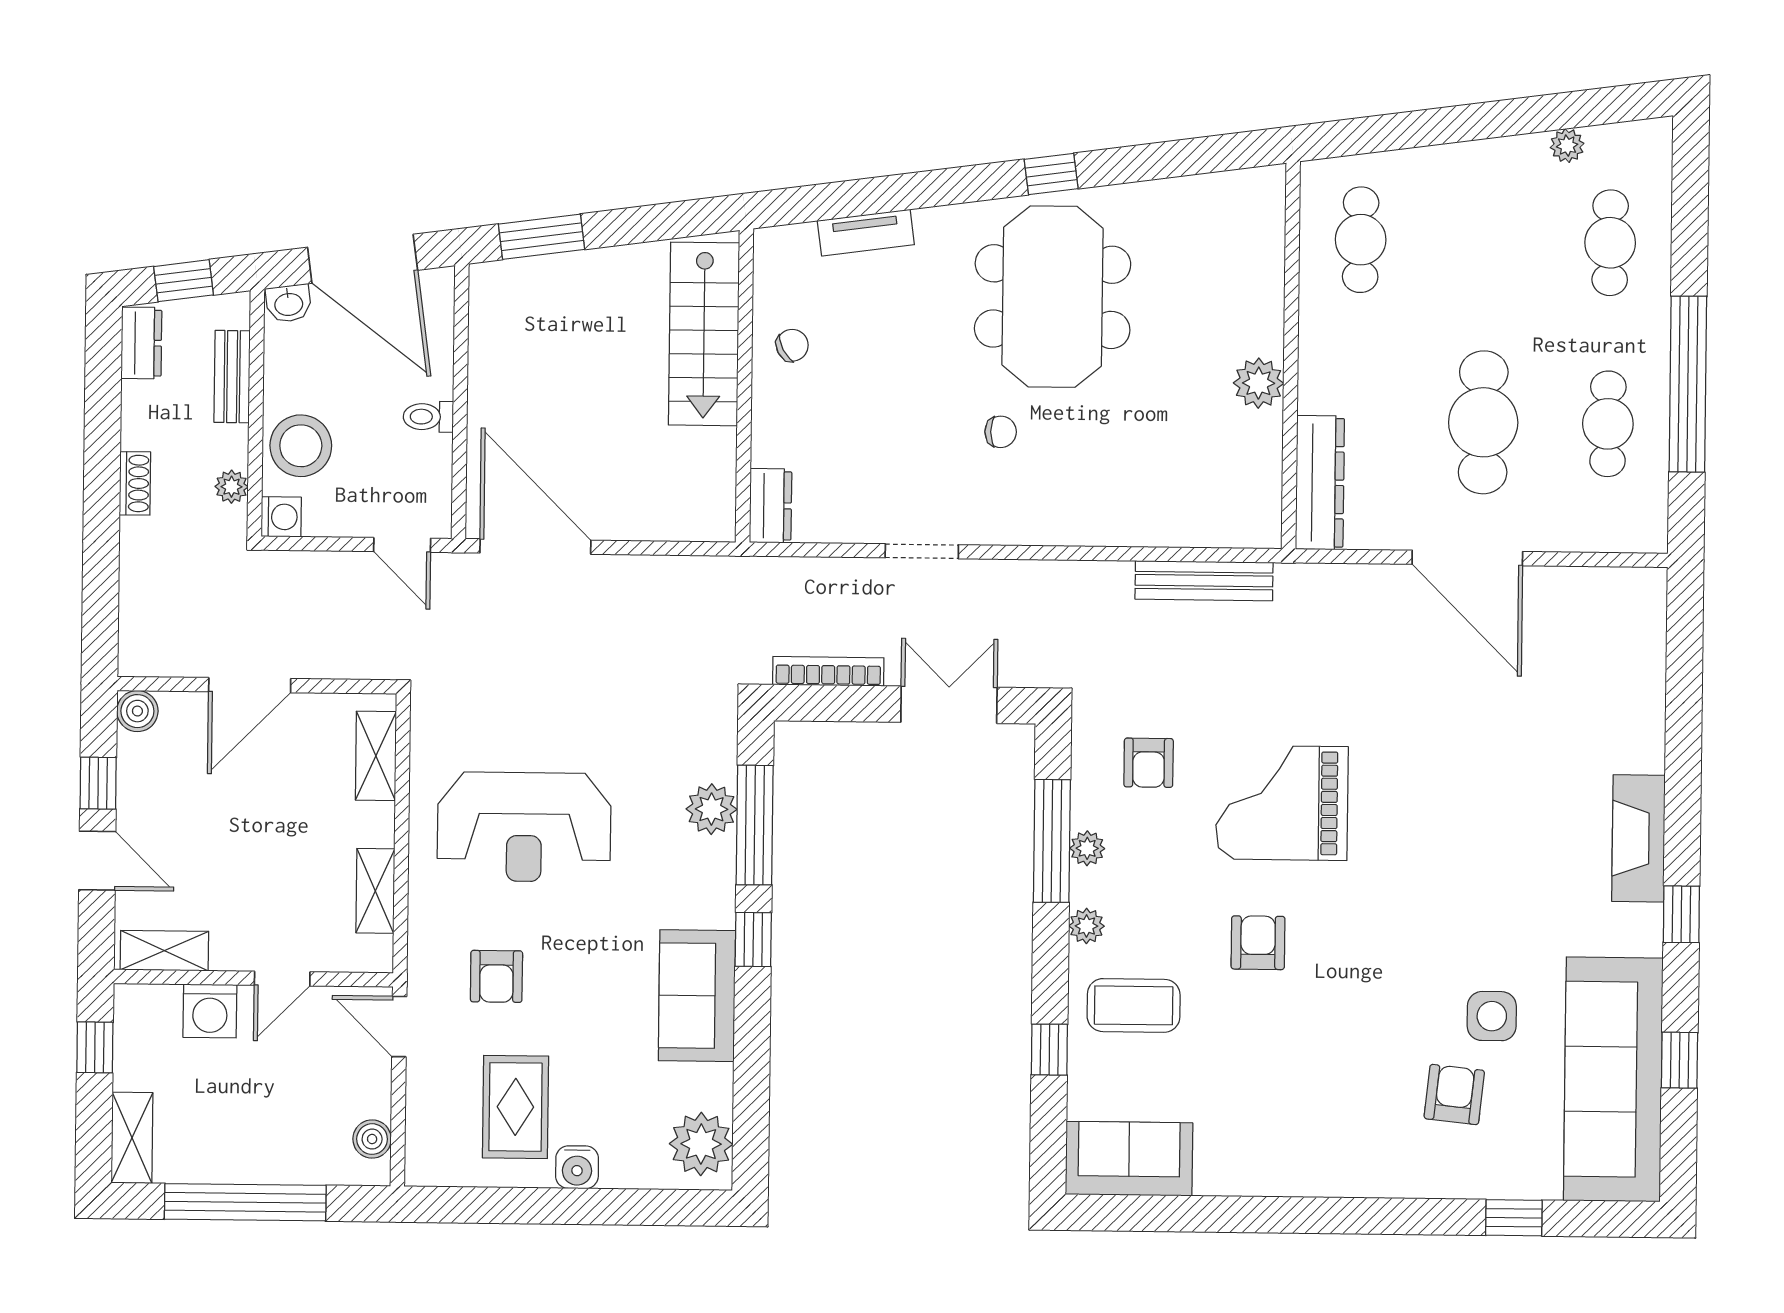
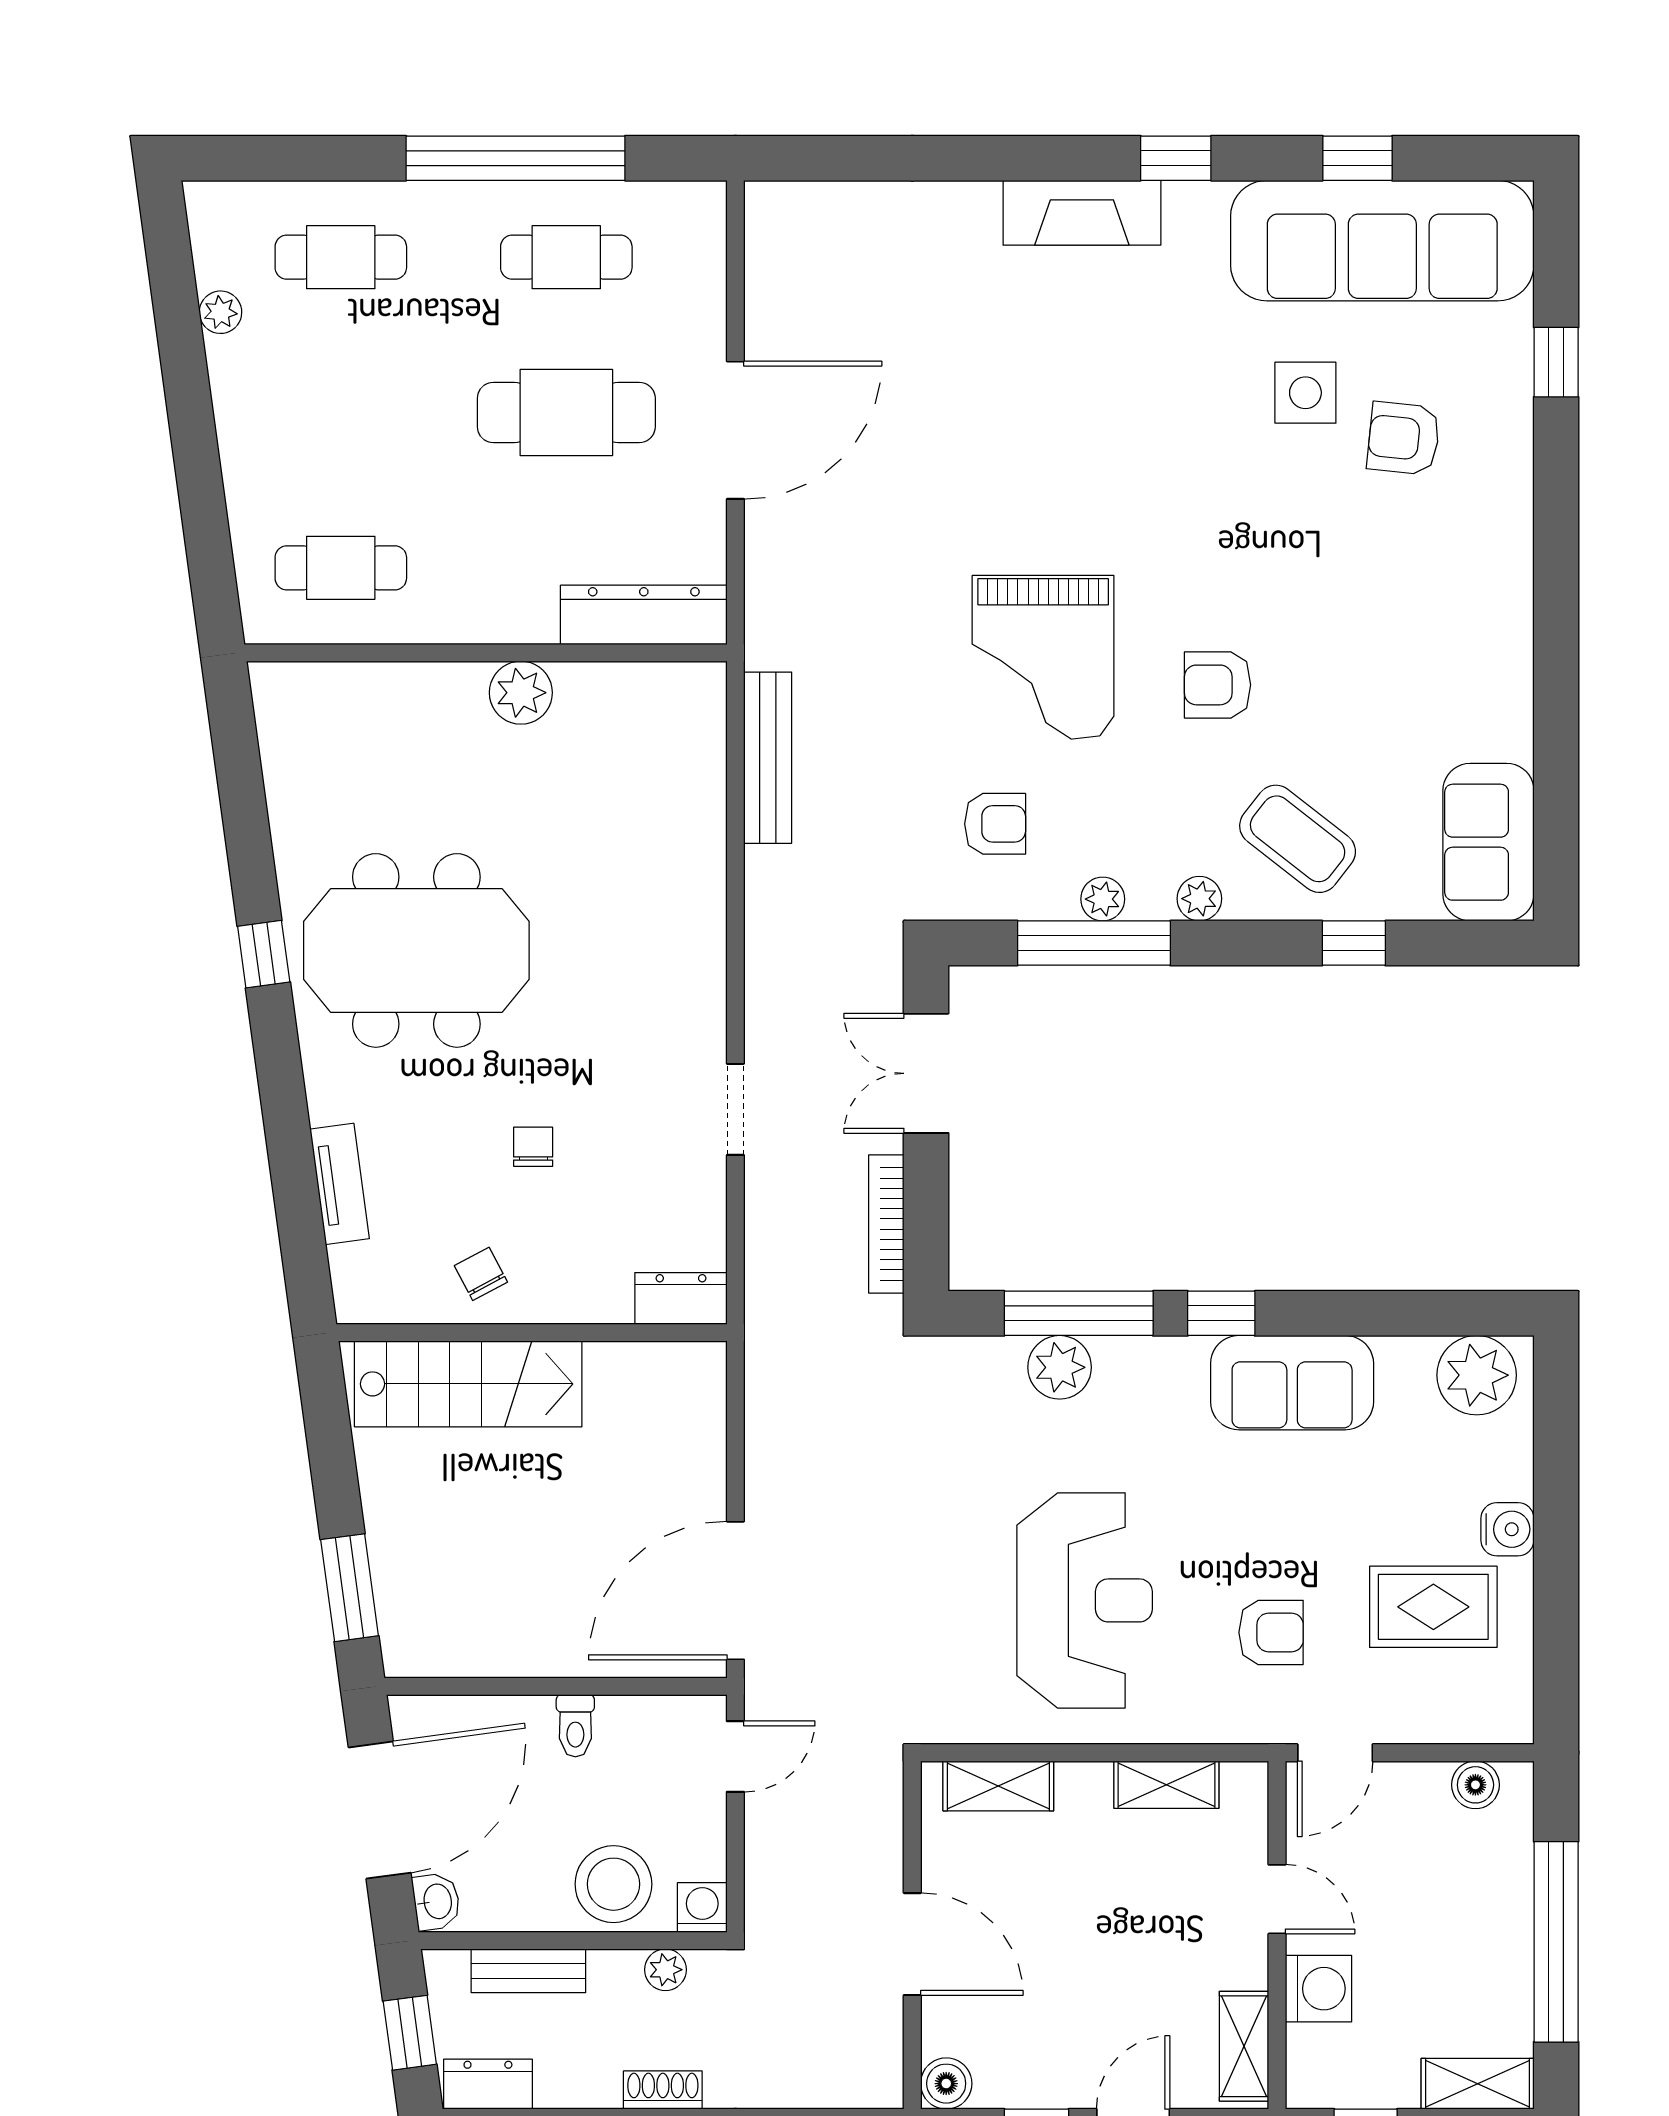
chair: (1001, 432) -> (533, 1147), moved
coffee table: (1134, 1005) -> (1298, 839), turned -52

